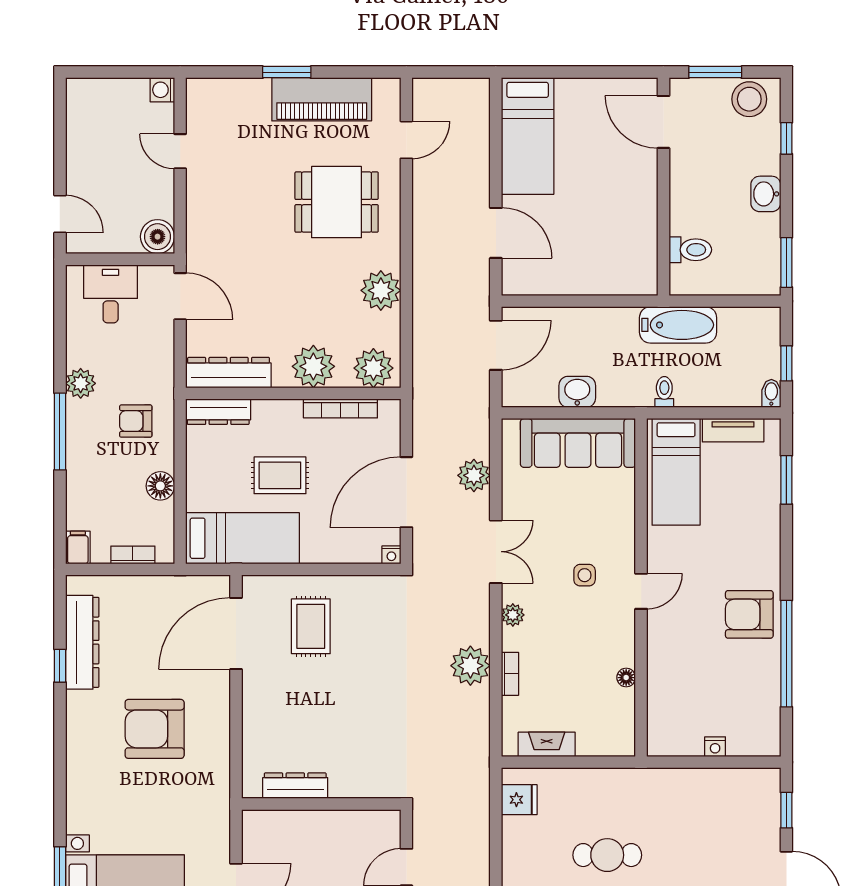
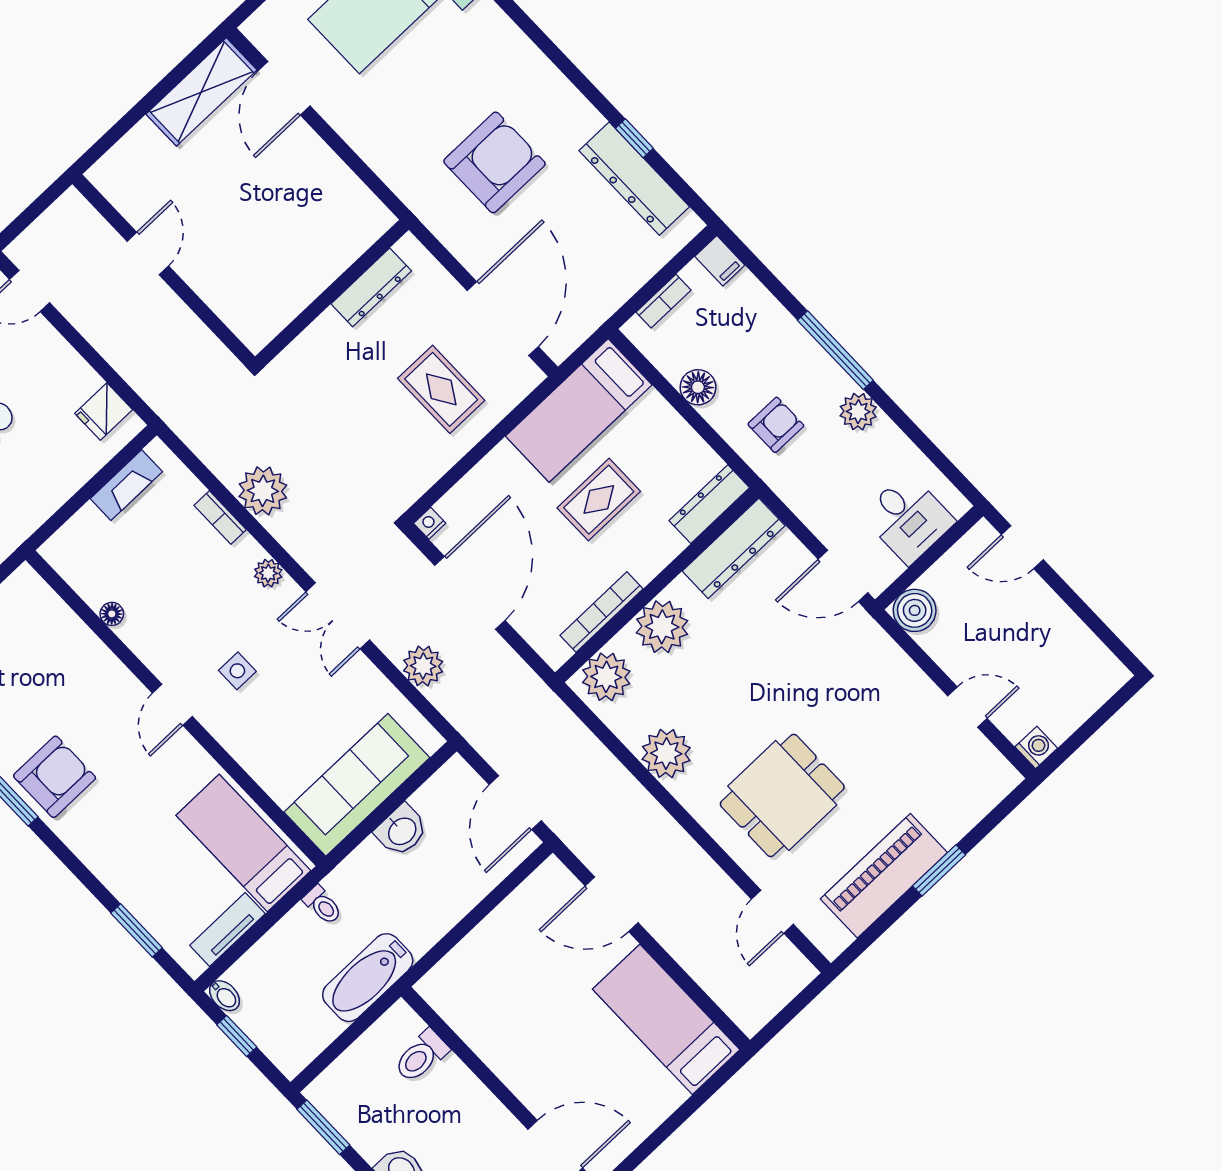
dresser: (295, 786) -> (371, 287), moved
wall: (321, 804) -> (332, 293), moved

